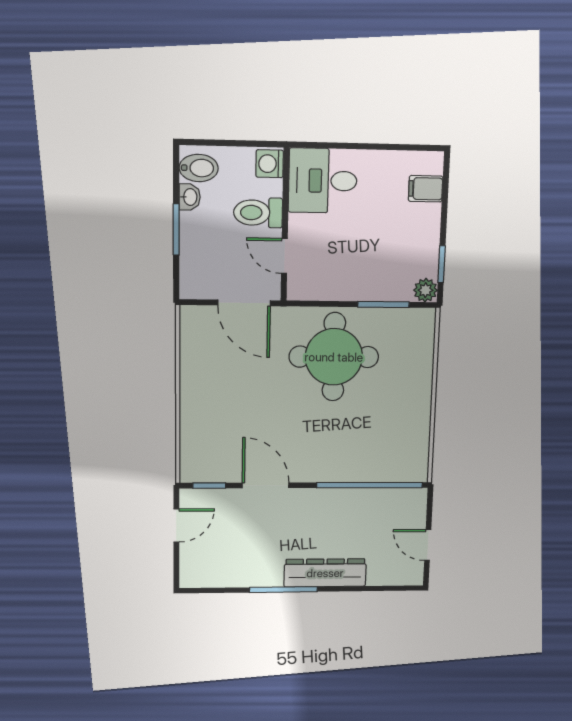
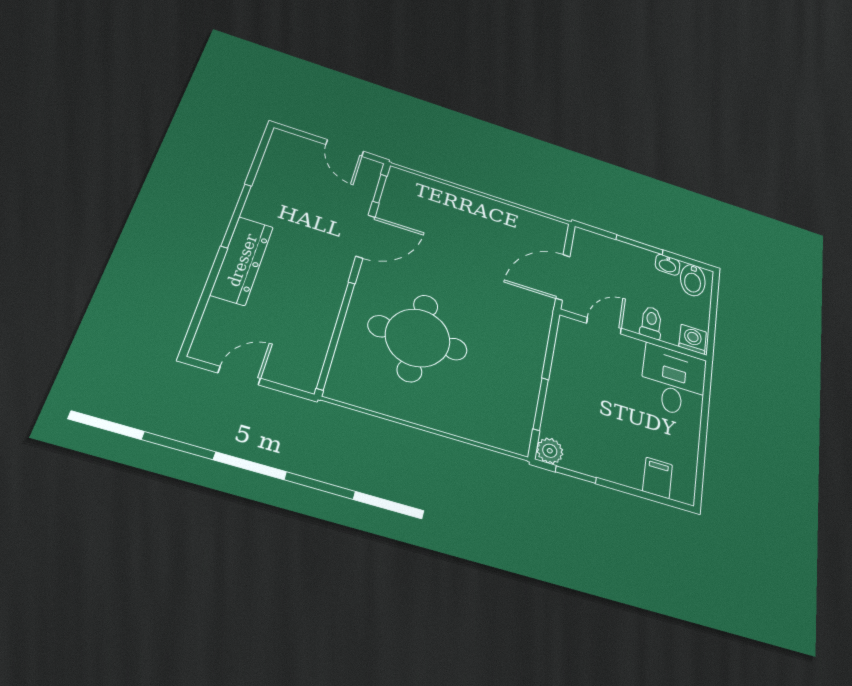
toilet: (258, 213) -> (651, 323), width x0.73, depth x0.72
round table: (334, 357) -> (418, 338), moved

